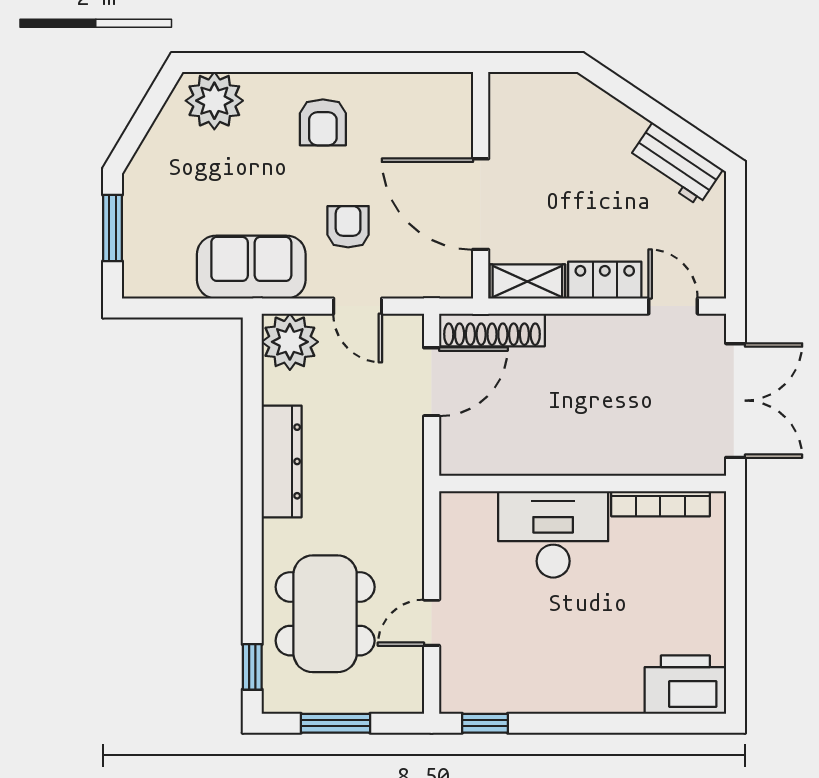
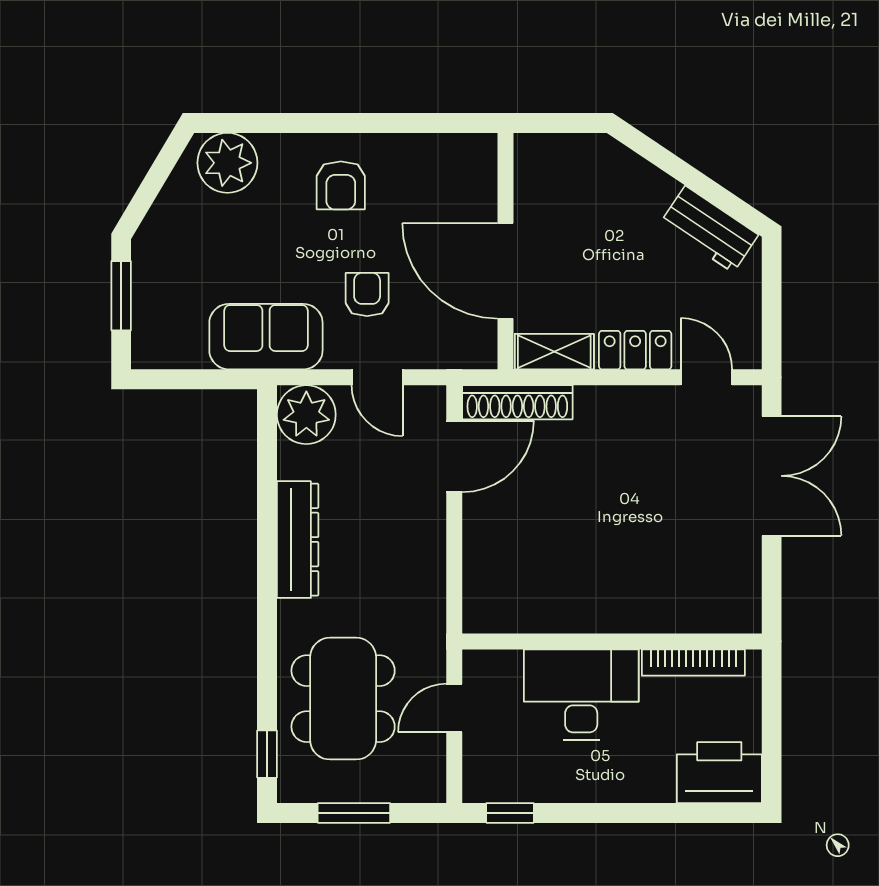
wall: (583, 484) -> (612, 641), moved
bookcase: (660, 504) -> (693, 663), moved
desk: (553, 534) -> (581, 694), moved

